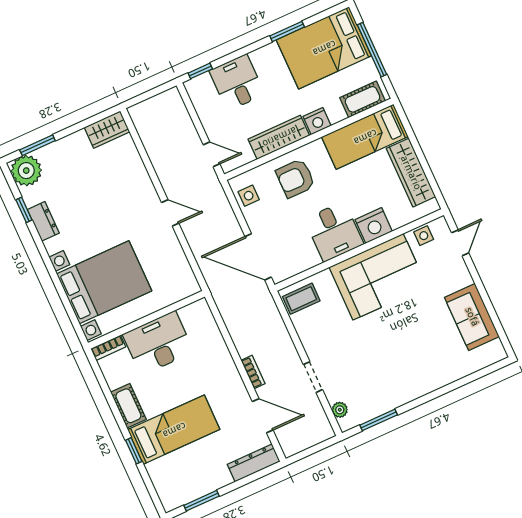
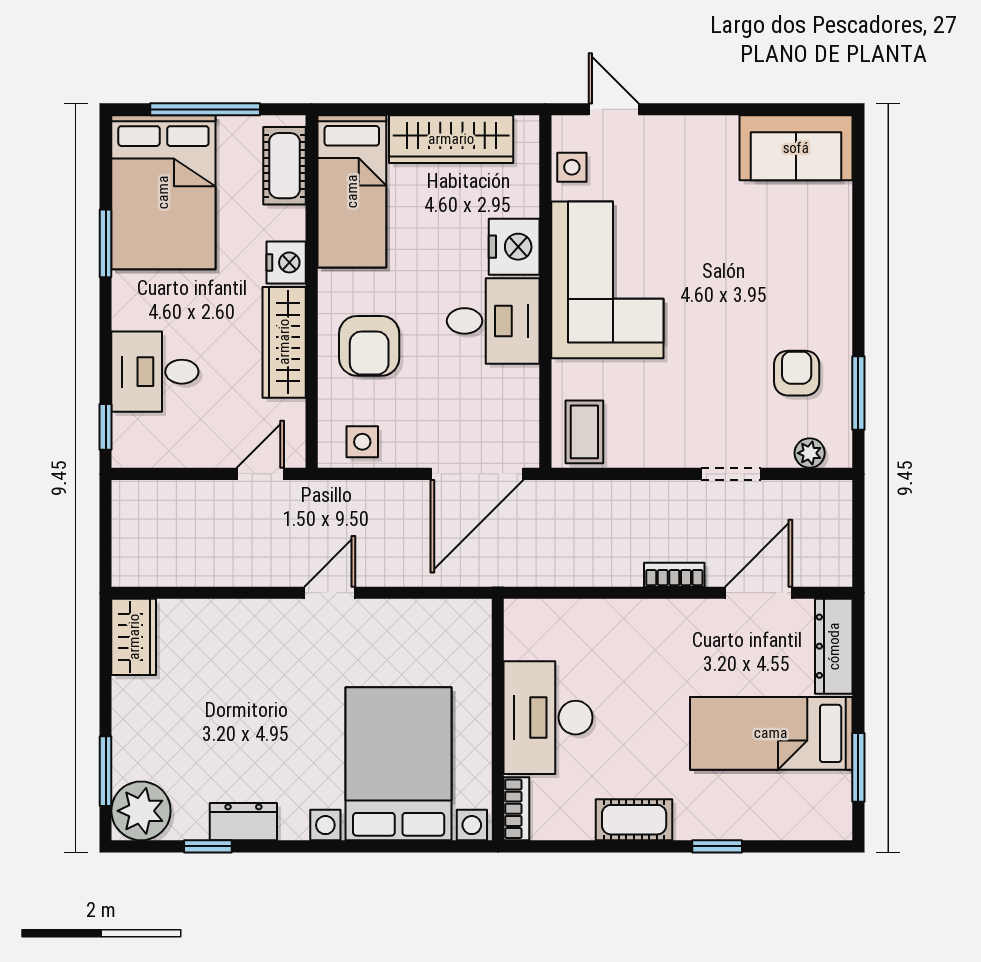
sofa: (472, 317) -> (796, 148), moved
armchair: (375, 386) -> (797, 373), added
bed: (174, 430) -> (771, 733), moved, turned -90

